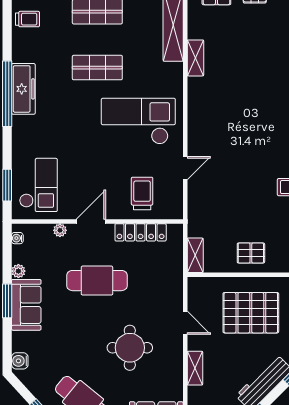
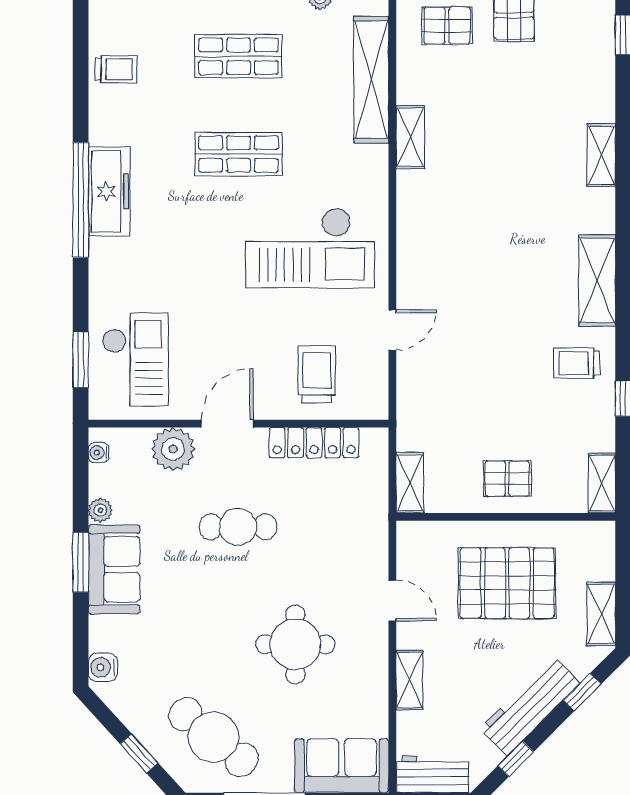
checkout: (138, 121) -> (310, 248), turned 180
plant: (60, 230) -> (173, 449), width x1.87, depth x1.87
cafe table: (97, 281) -> (238, 527), width x0.73, depth x0.74

